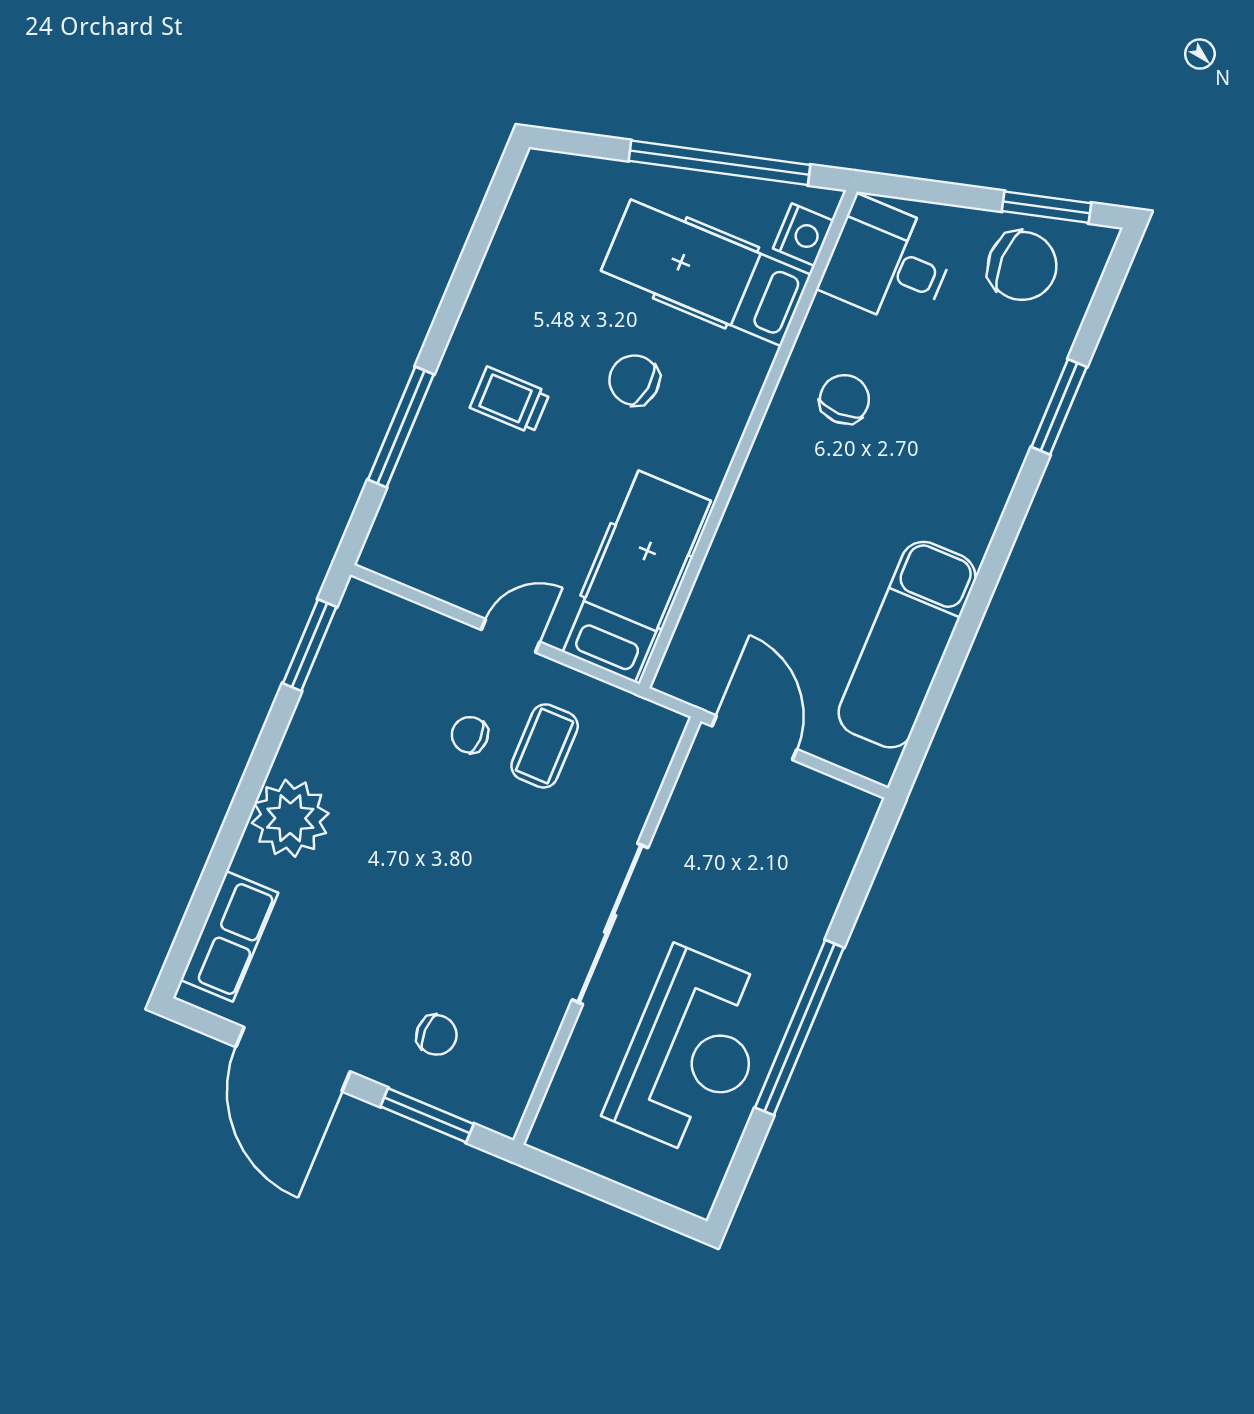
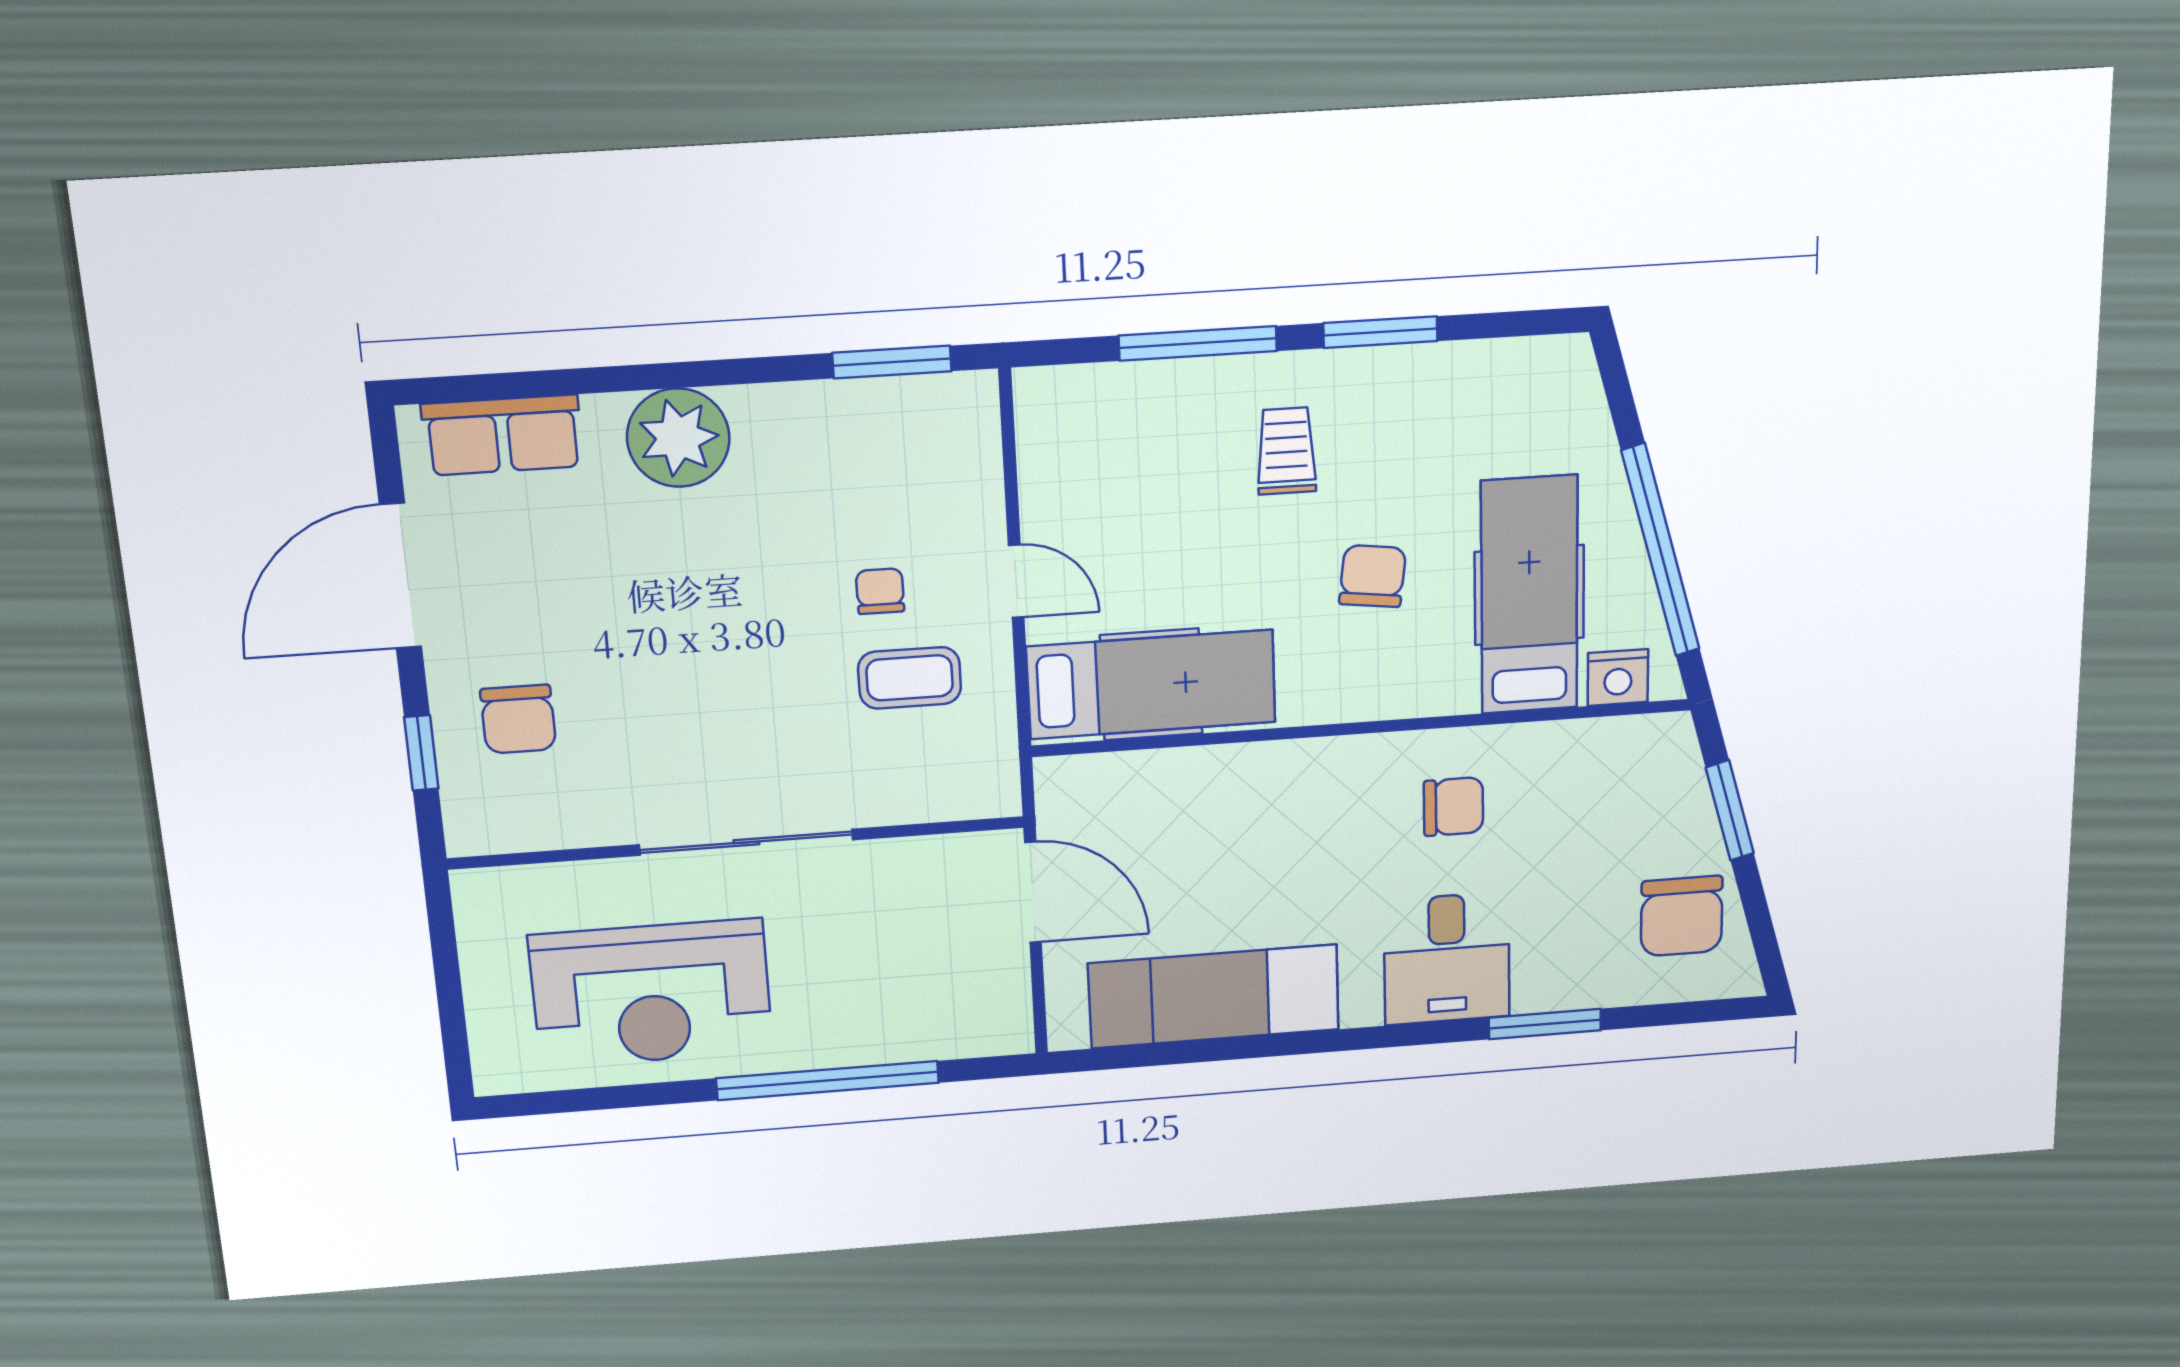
window: (1046, 207) -> (1730, 810), moved
desk: (888, 263) -> (1447, 959), moved, turned 180
window: (456, 295) -> (1380, 332), added
door: (754, 738) -> (1033, 892), hinge flipped
window: (799, 1028) -> (828, 1081), moved
chair: (436, 1035) -> (518, 719), width x1.37, depth x1.37
window: (427, 1115) -> (421, 753), width x0.67

